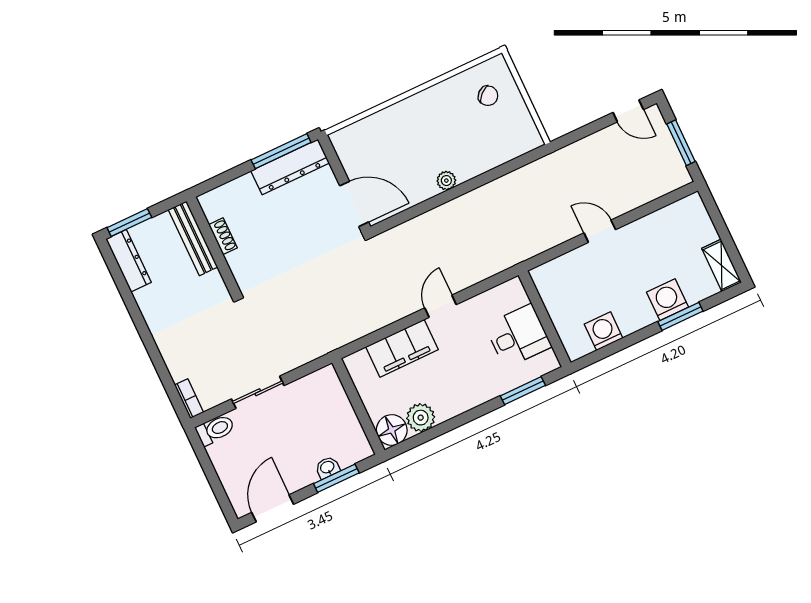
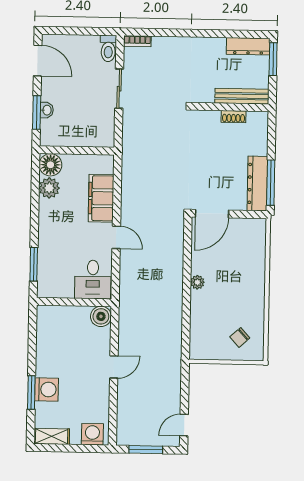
boiler: (546, 277) -> (101, 316), added
washing machine: (604, 331) -> (92, 434), moved, turned -90
desk: (518, 336) -> (93, 279), moved

